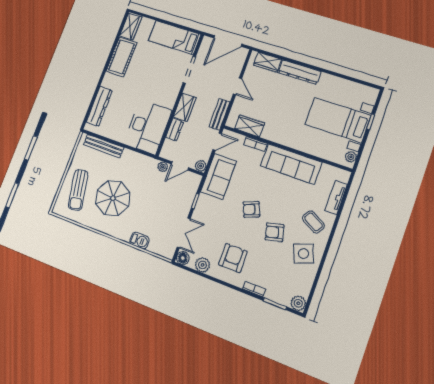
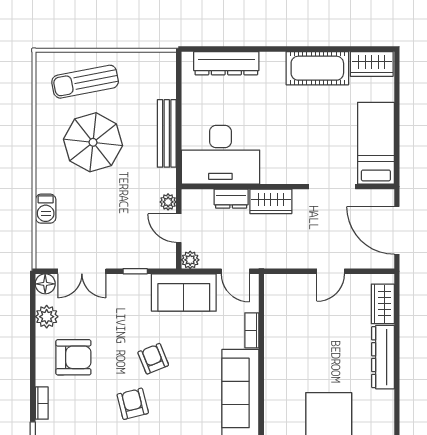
bench: (219, 114) -> (278, 259), removed
wardrobe: (250, 126) -> (276, 312), removed
bench: (104, 146) -> (167, 133), moved

